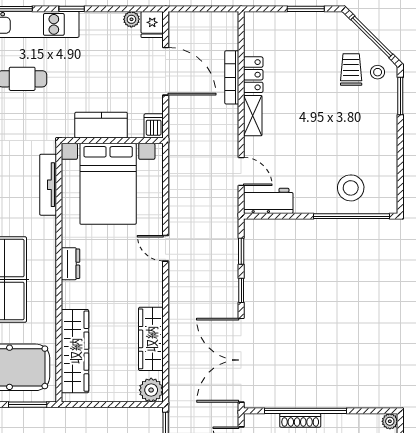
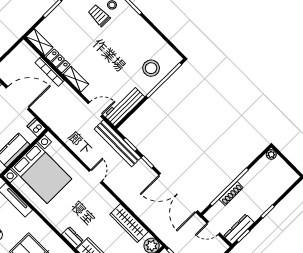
shelving: (253, 33) -> (39, 42), added
workbench: (268, 201) -> (124, 106), width x1.37
bench: (228, 236) -> (118, 143), added
door: (166, 248) -> (96, 176), swing flipped
dresser: (70, 264) -> (72, 238), moved

